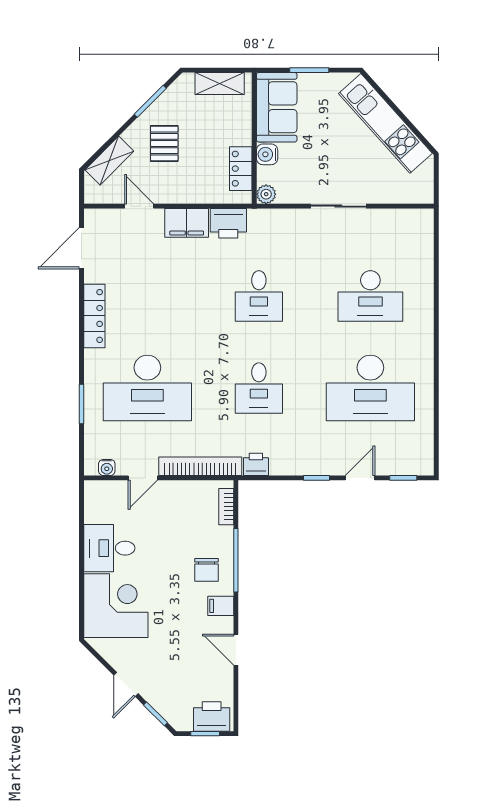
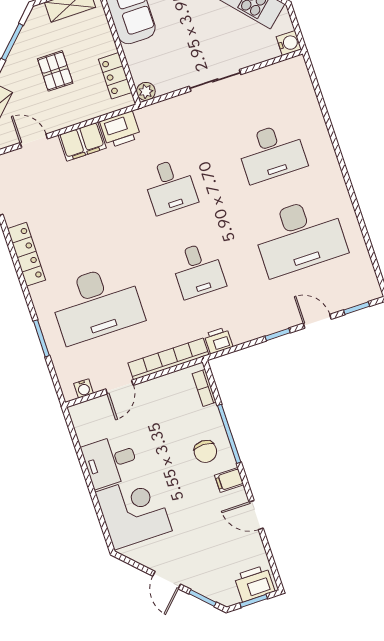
pallet: (164, 143) -> (55, 71), moved
water cooler: (267, 154) -> (289, 43), moved, turned 180
door: (360, 478) -> (317, 321), hinge flipped

